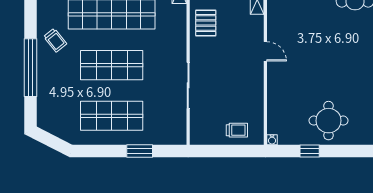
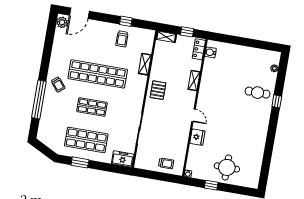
shop shelf: (112, 65) -> (92, 107), width x0.70, depth x0.74
fridge: (277, 83) -> (197, 137), added
freezer: (171, 135) -> (123, 159), added
window: (140, 151) -> (80, 162), moved

